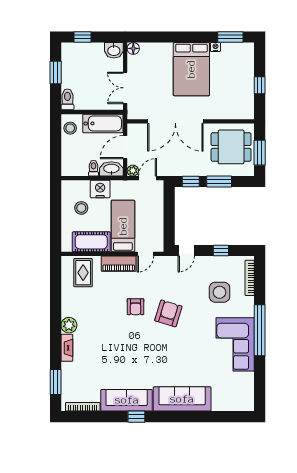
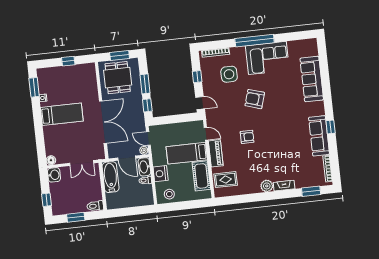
bed: (191, 69) -> (62, 114), width x0.67
stool: (70, 128) -> (117, 202), removed
stool: (81, 208) -> (169, 194), moved
armchair: (168, 313) -> (255, 99), moved
sofa: (182, 399) -> (312, 79), moved

